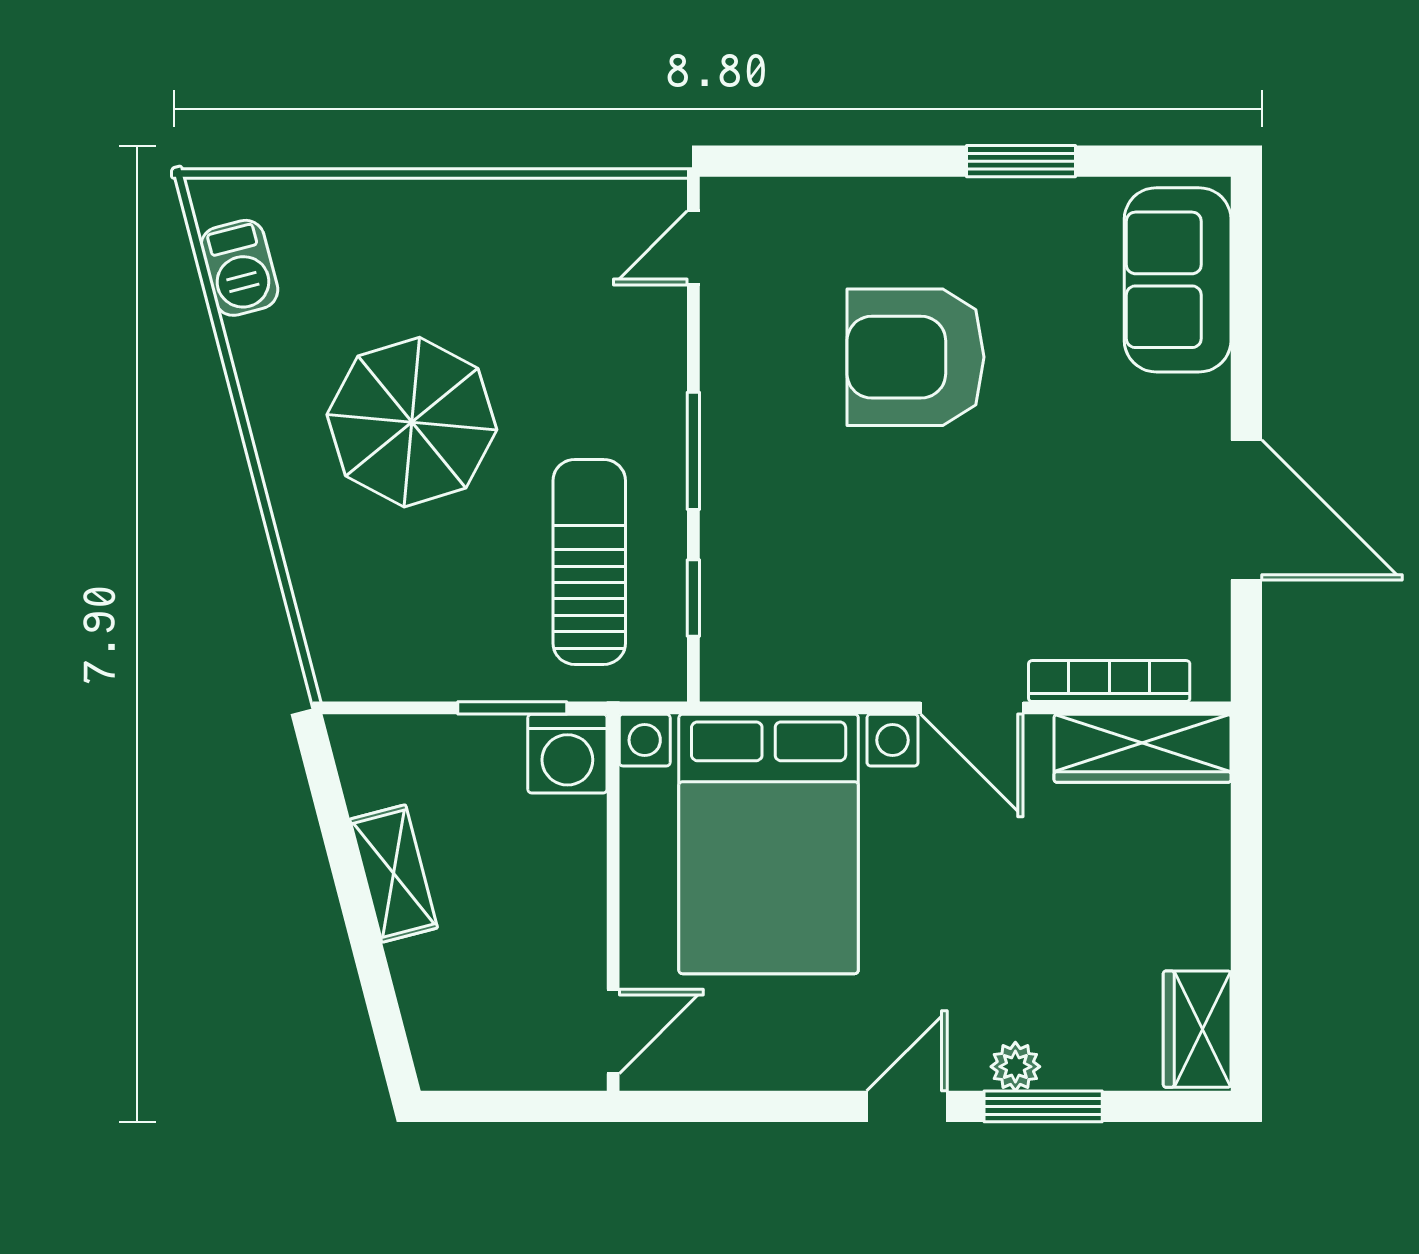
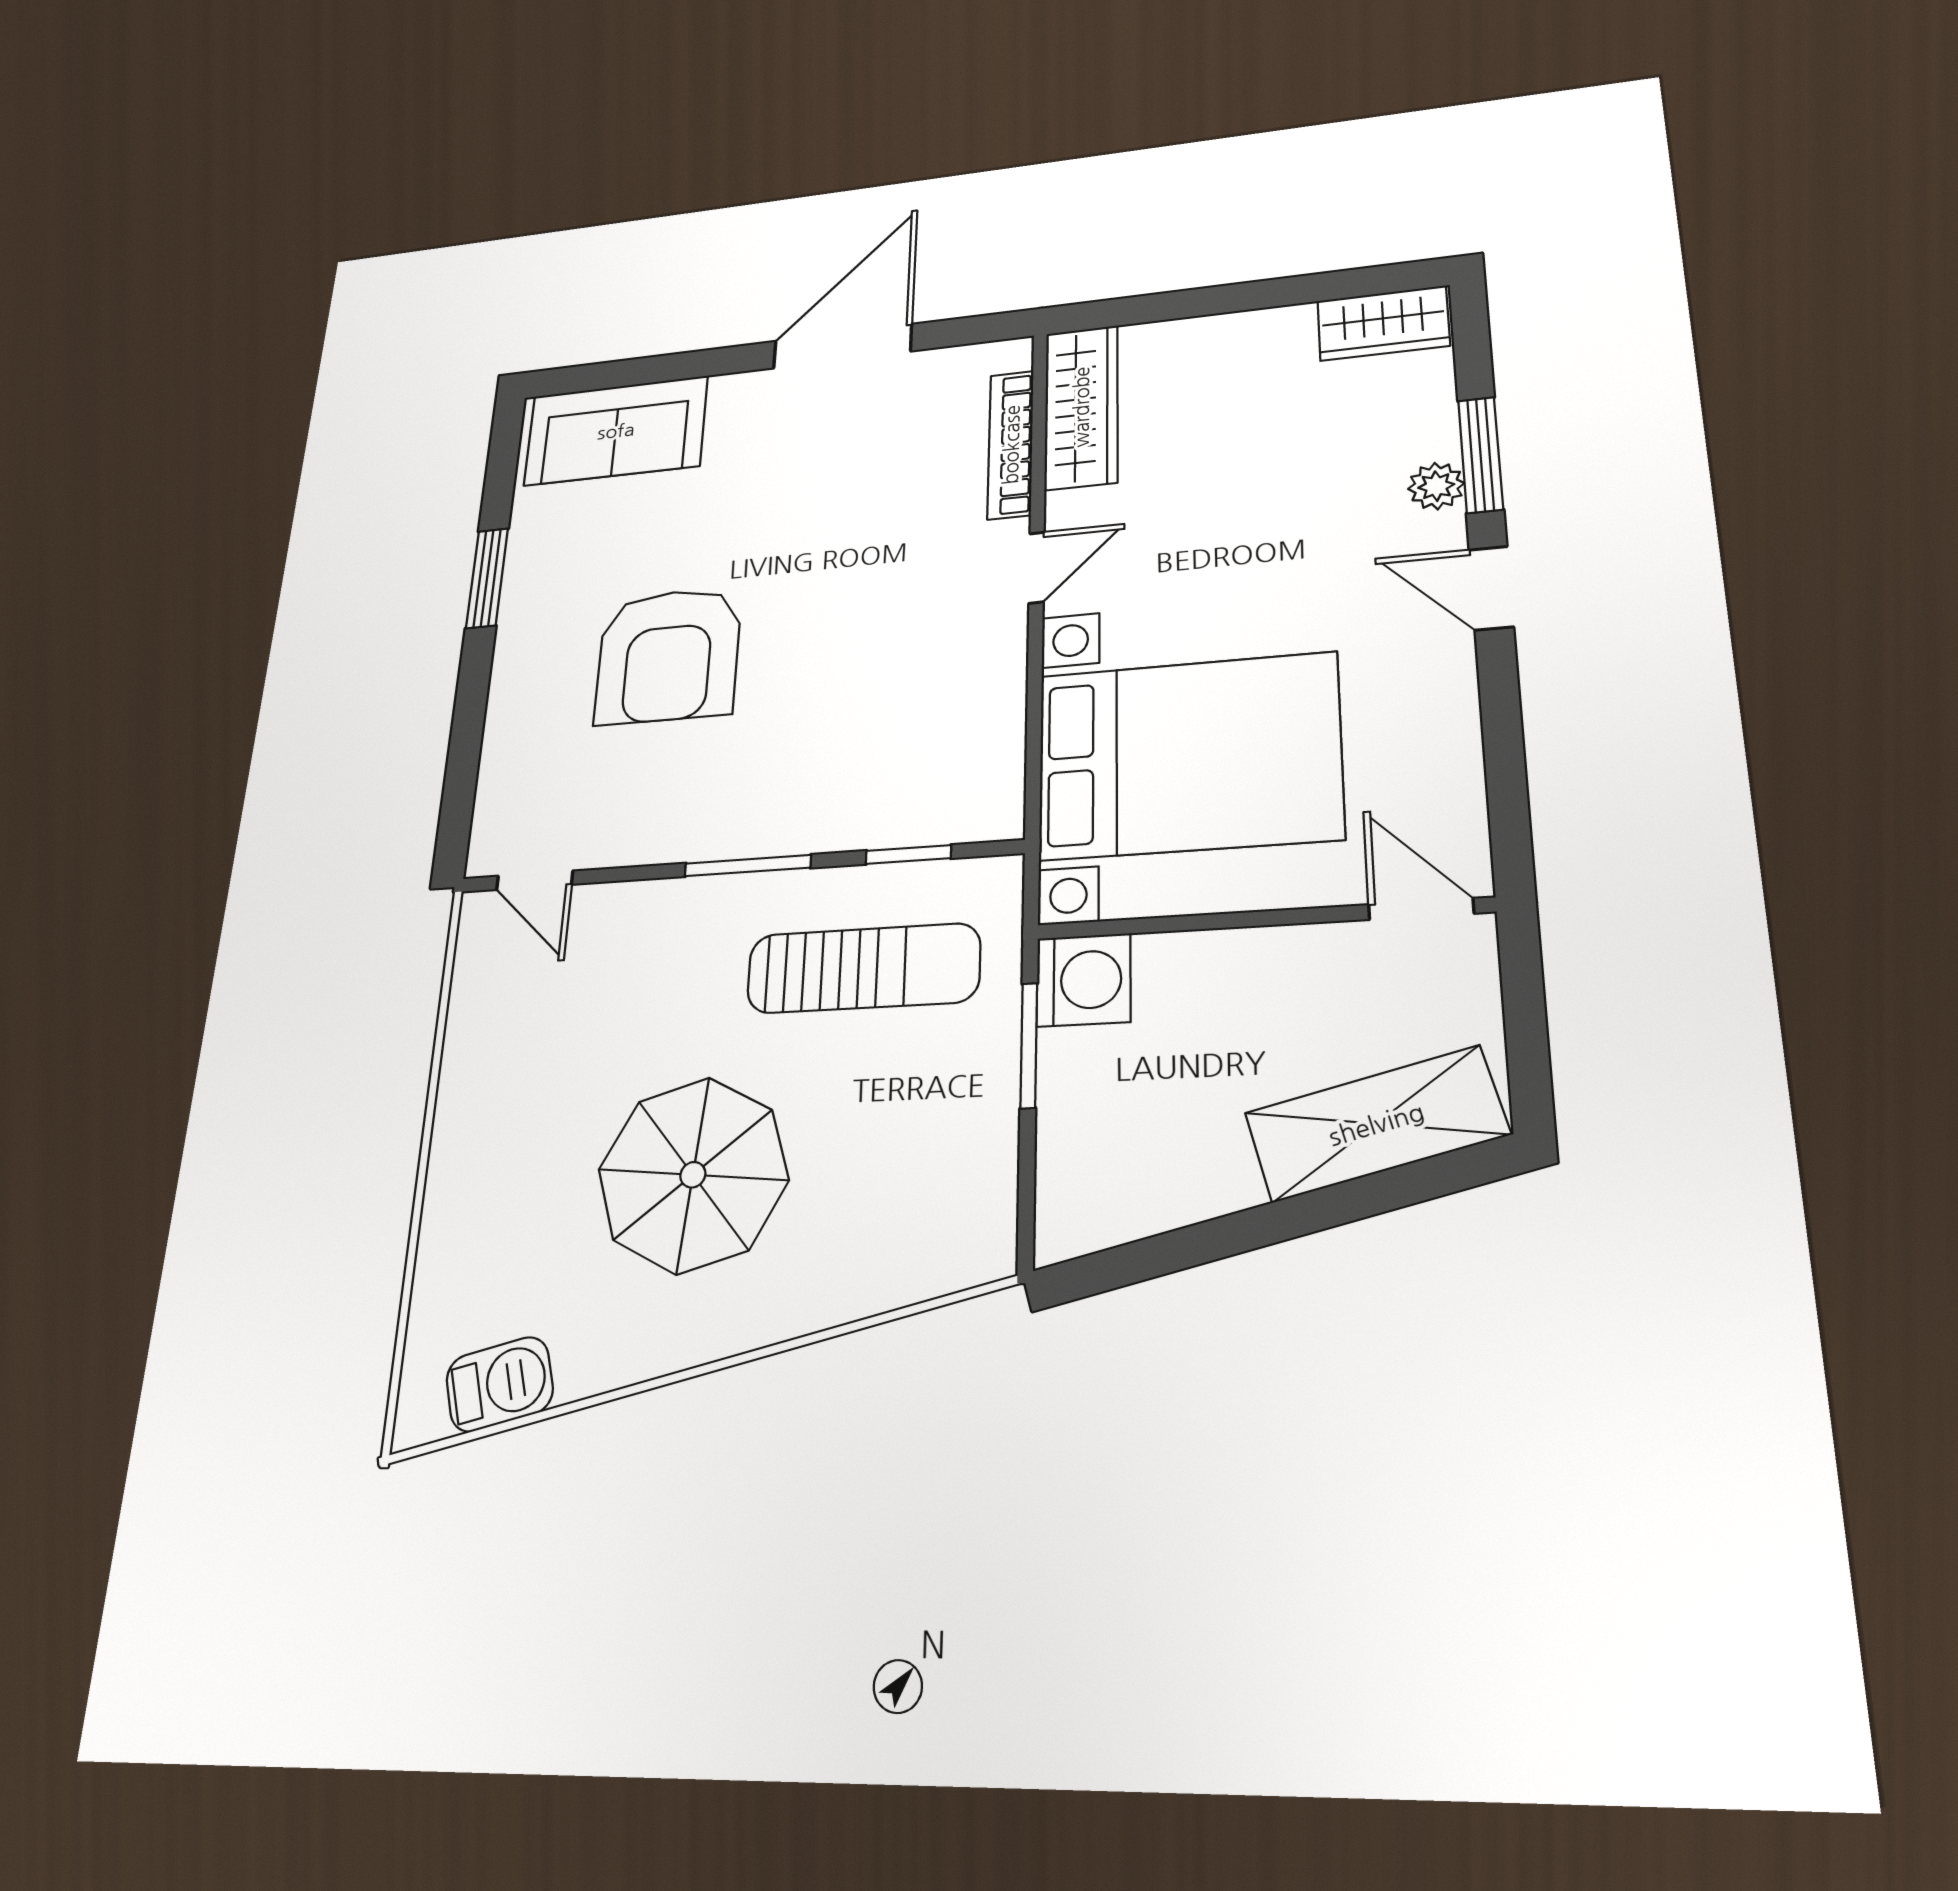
sun lounger: (589, 562) -> (863, 968), turned 180
door: (972, 708) -> (1037, 568), width x0.73
shelving: (394, 874) -> (1376, 1124), moved, width x1.50, depth x1.33

